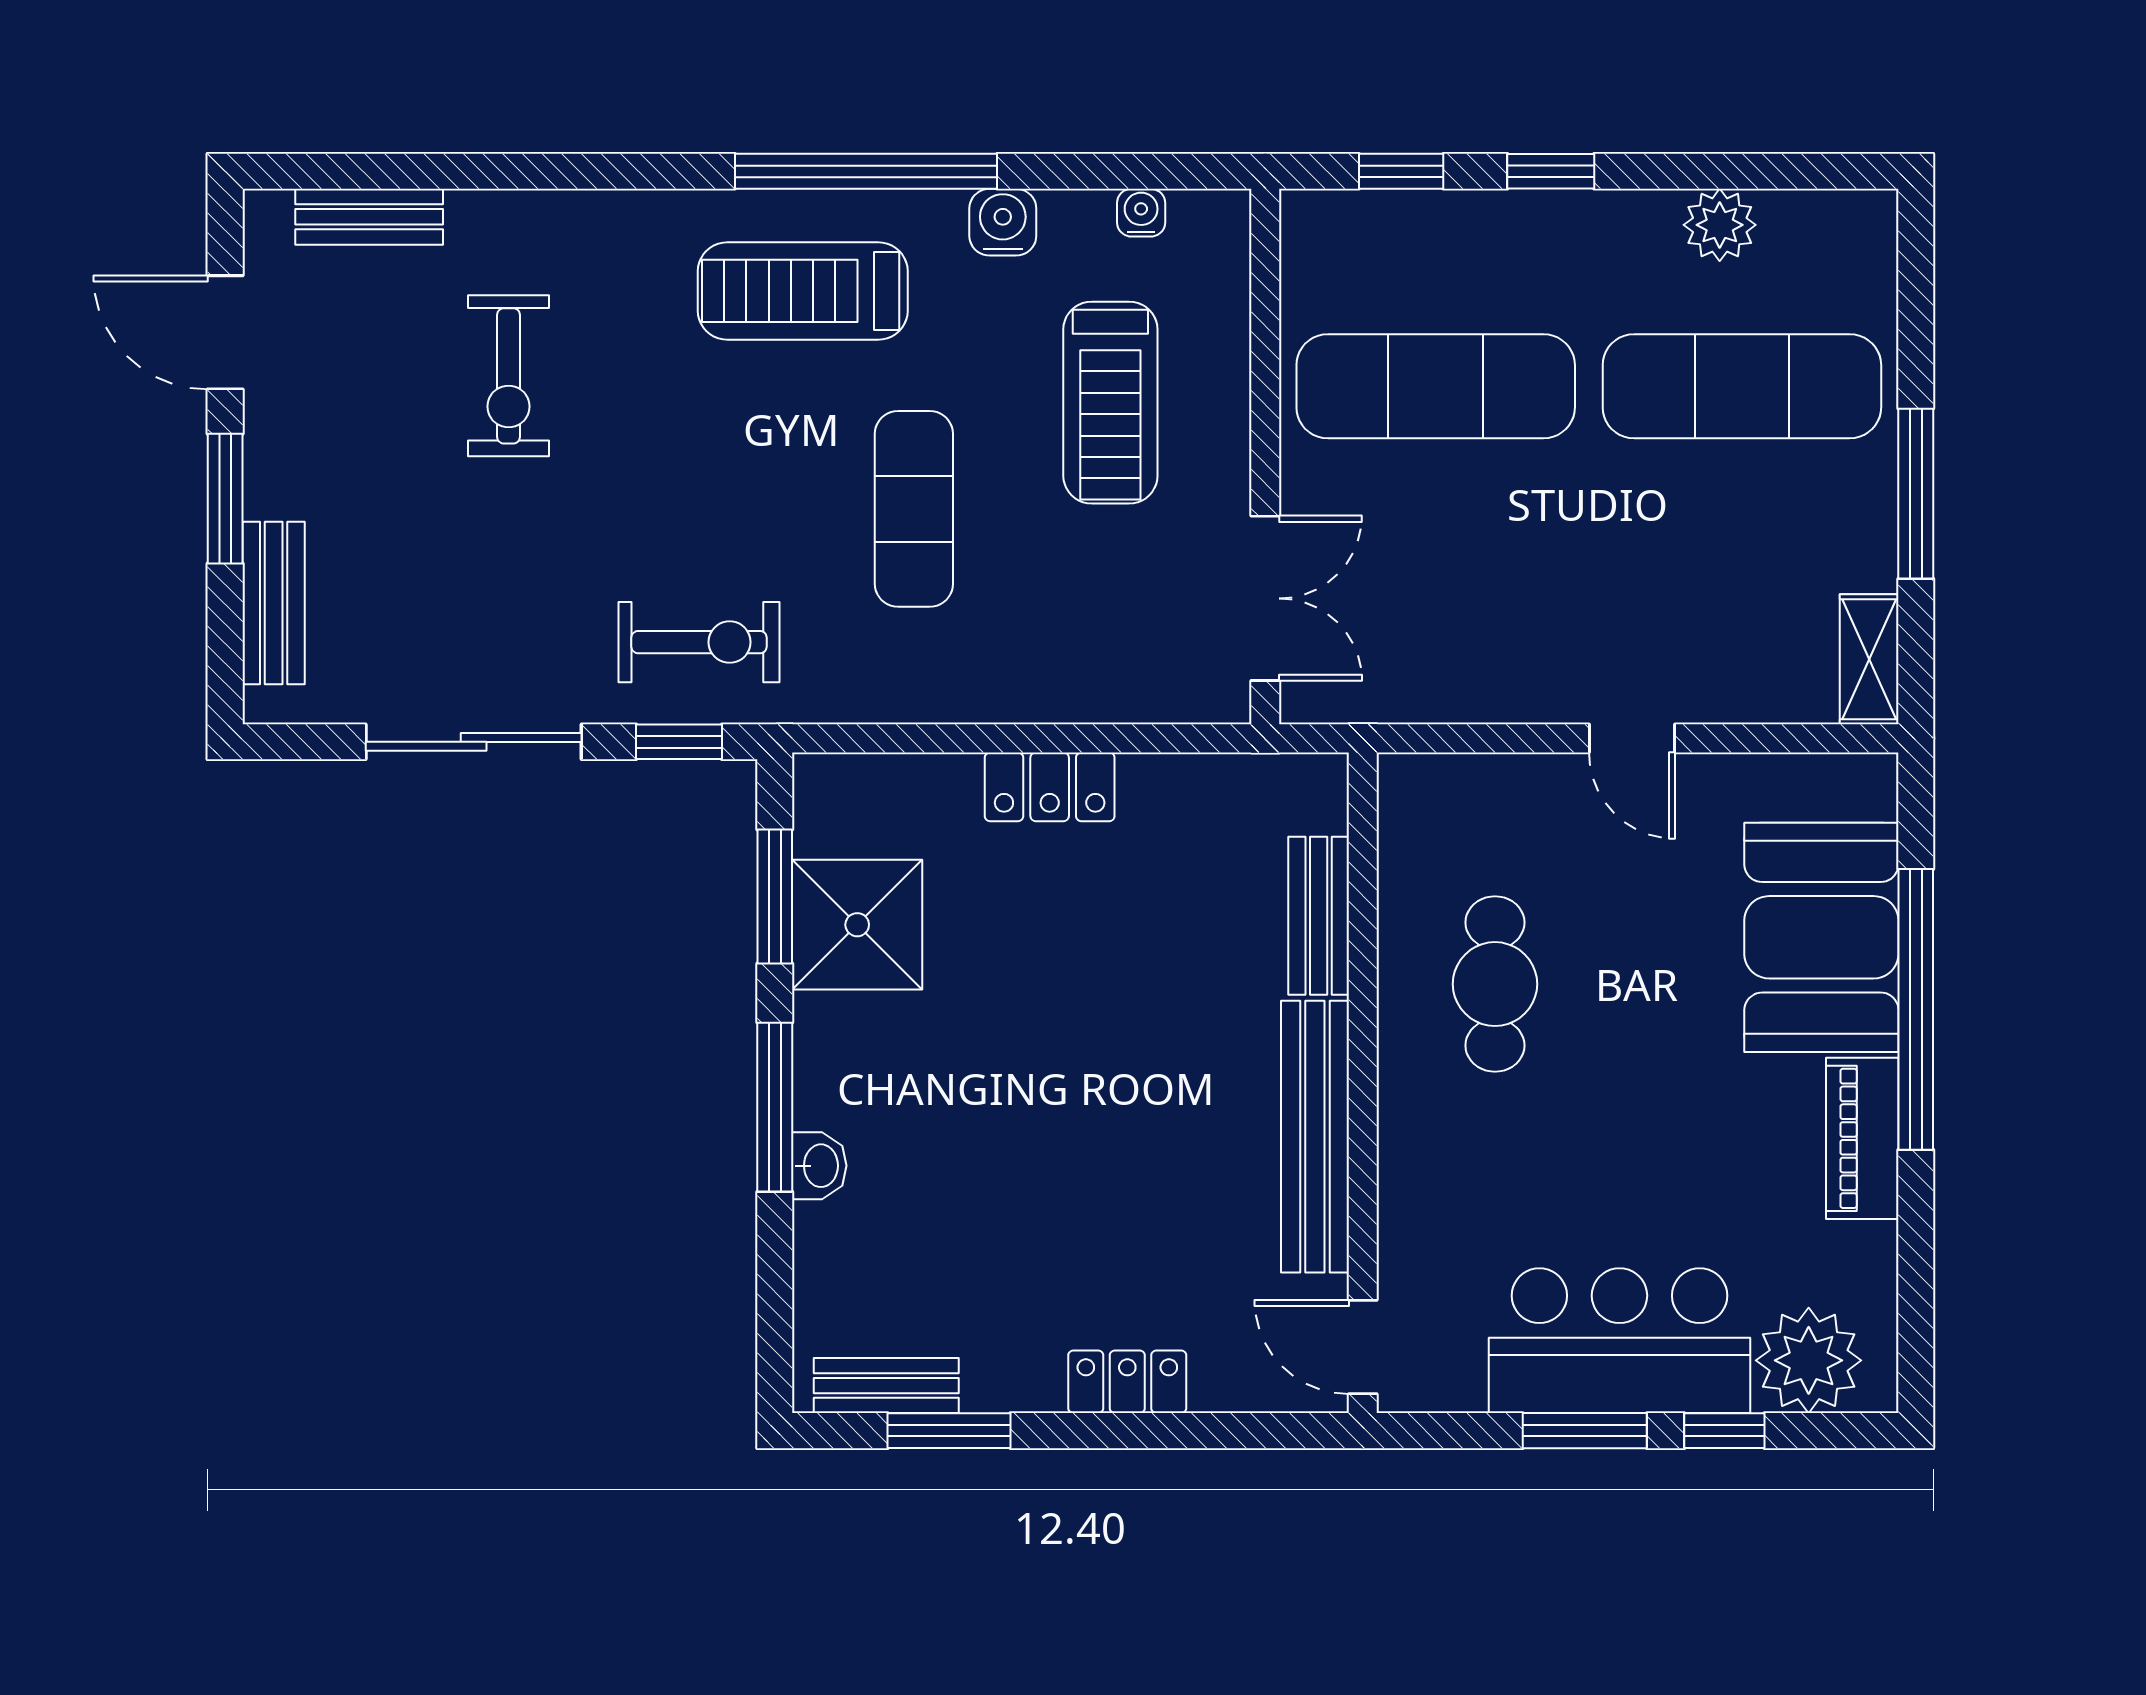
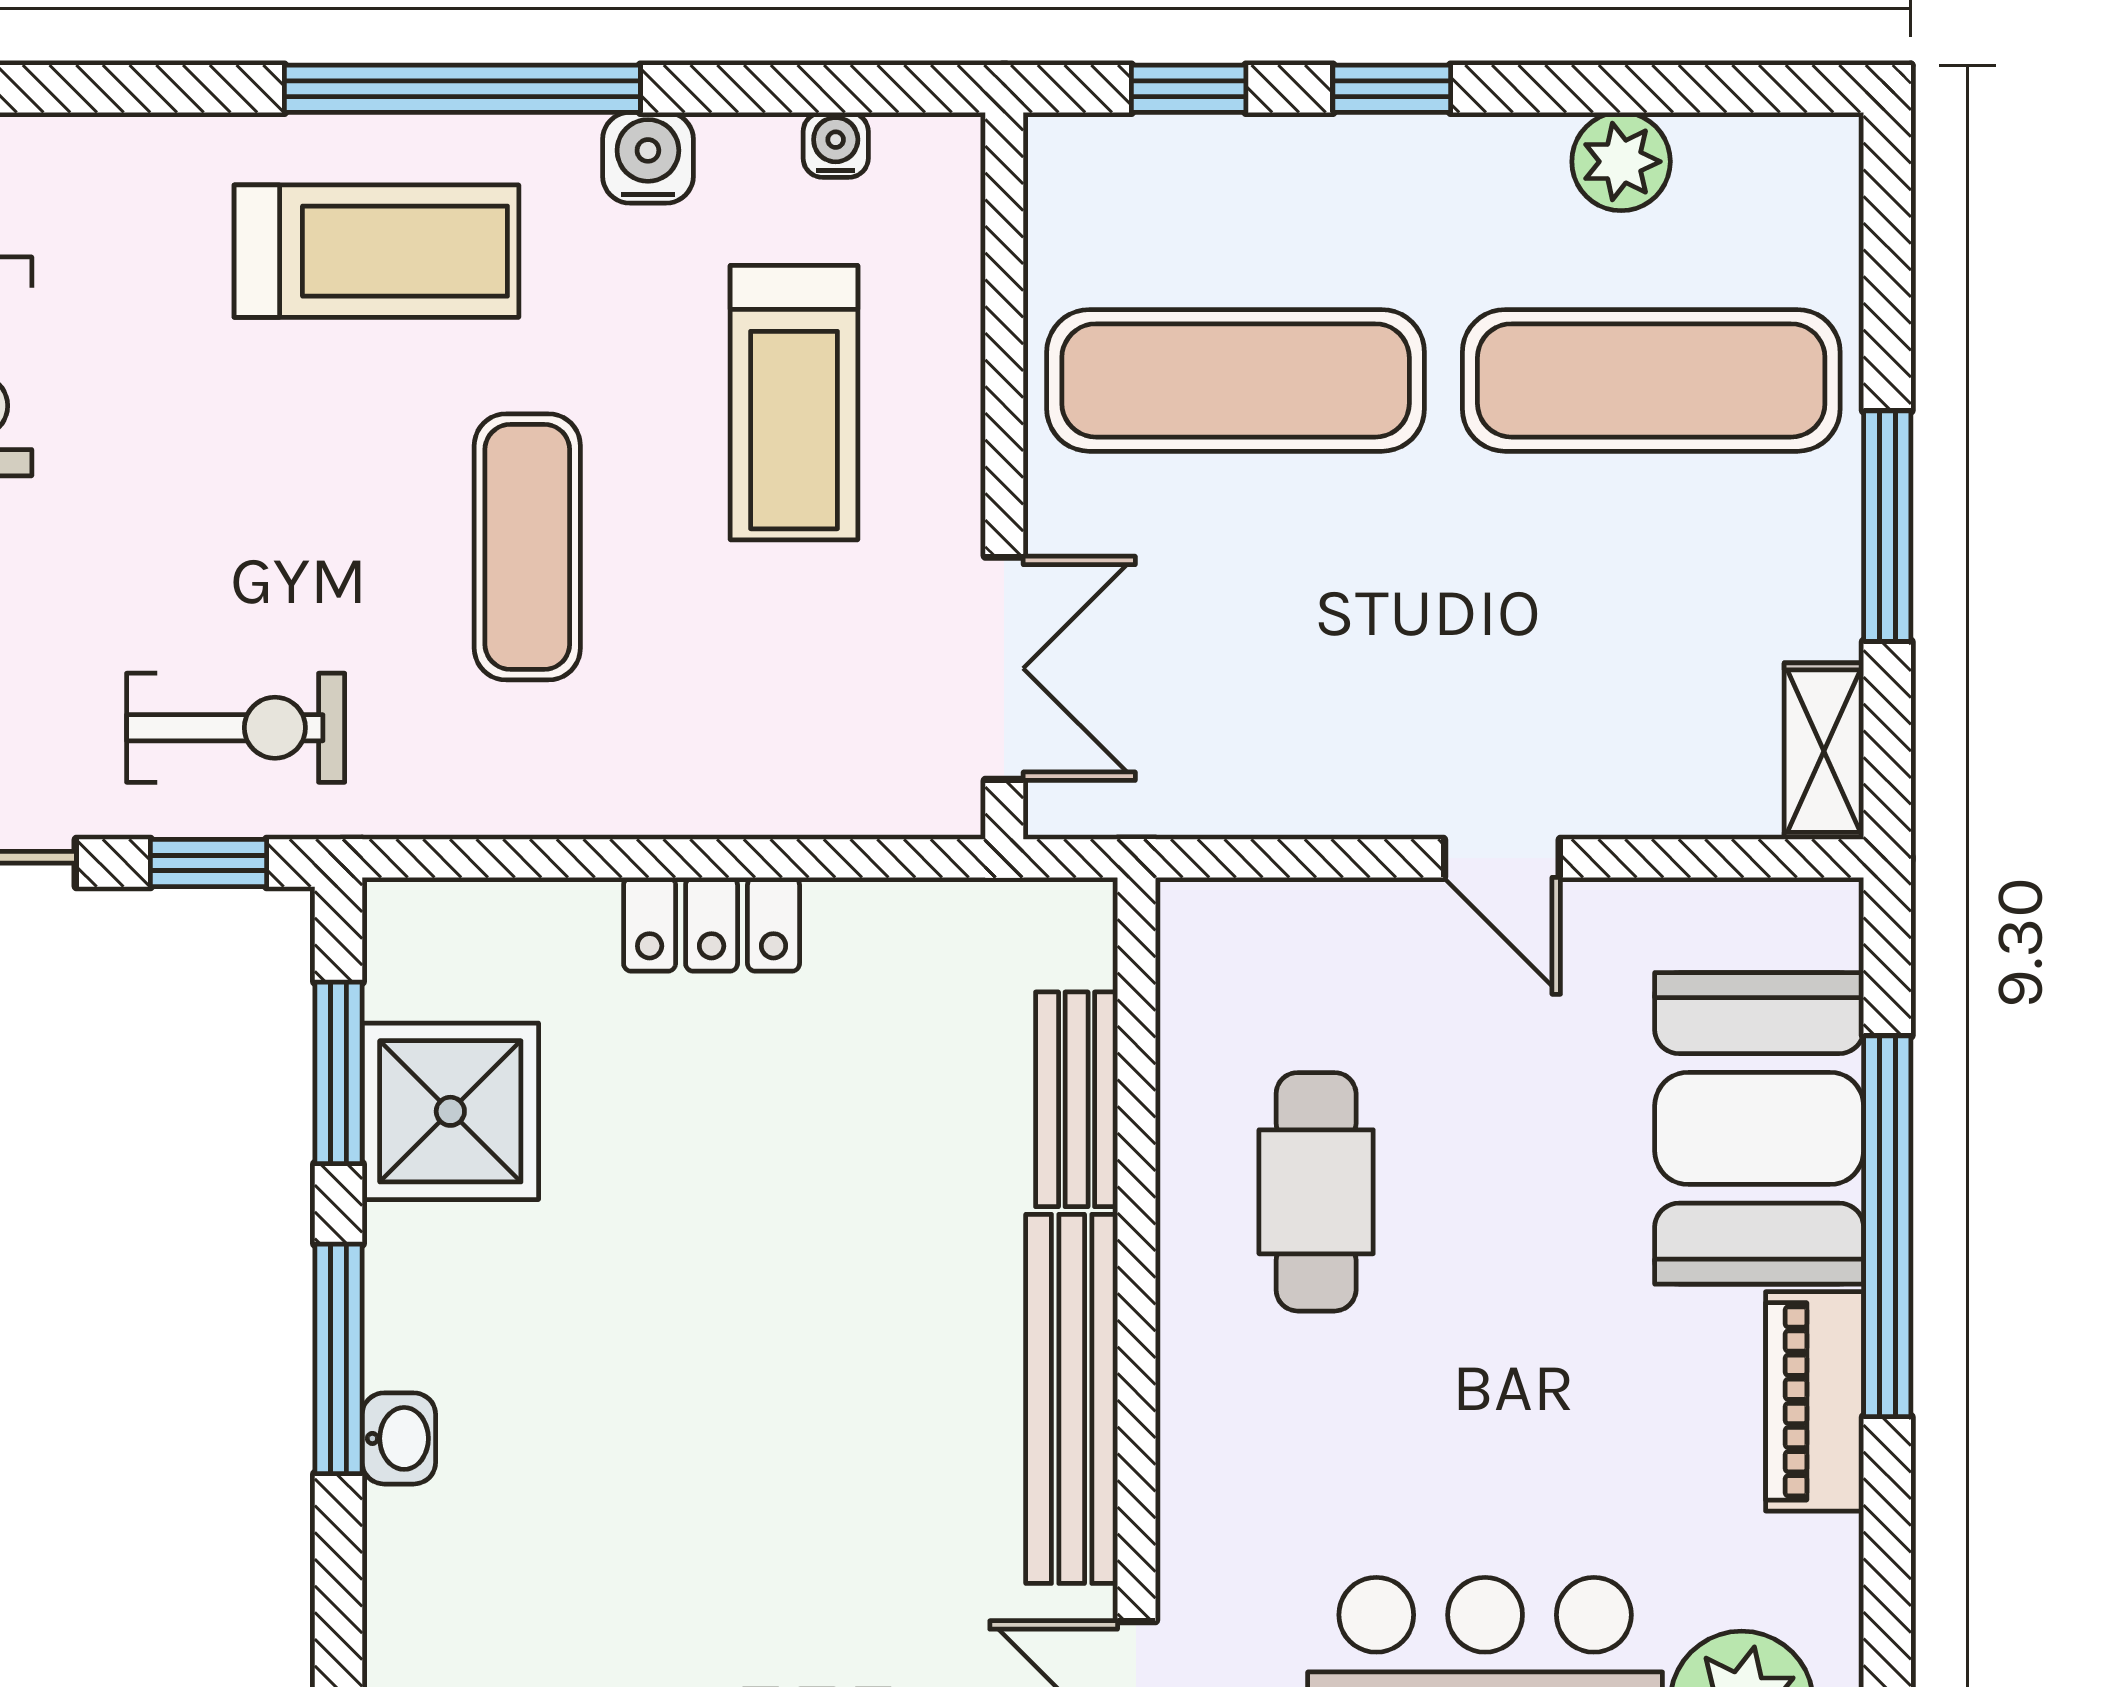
treadmill: (803, 291) -> (376, 251), turned 180

